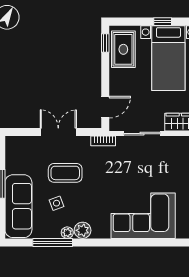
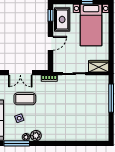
door: (105, 107) -> (50, 43), moved
double door: (58, 132) -> (20, 73), swing flipped
corner sofa: (143, 216) -> (75, 126), removed

